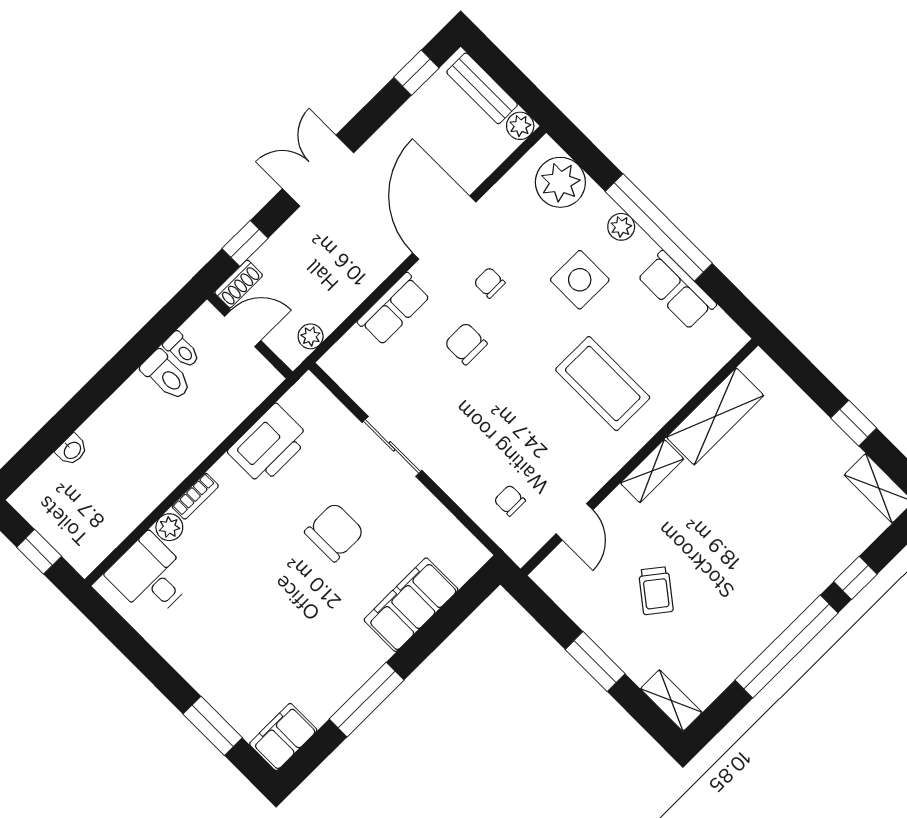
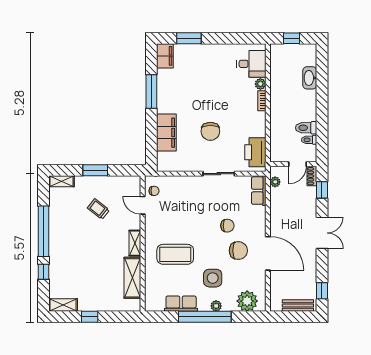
plant: (520, 126) -> (276, 306), removed
chair: (489, 283) -> (238, 251), width x1.87, depth x1.87
row of seats: (394, 309) -> (259, 191), moved
printer: (269, 445) -> (255, 152), moved
washbasin: (72, 450) -> (310, 78), width x1.91, depth x1.45
chair: (510, 500) -> (154, 191), moved

